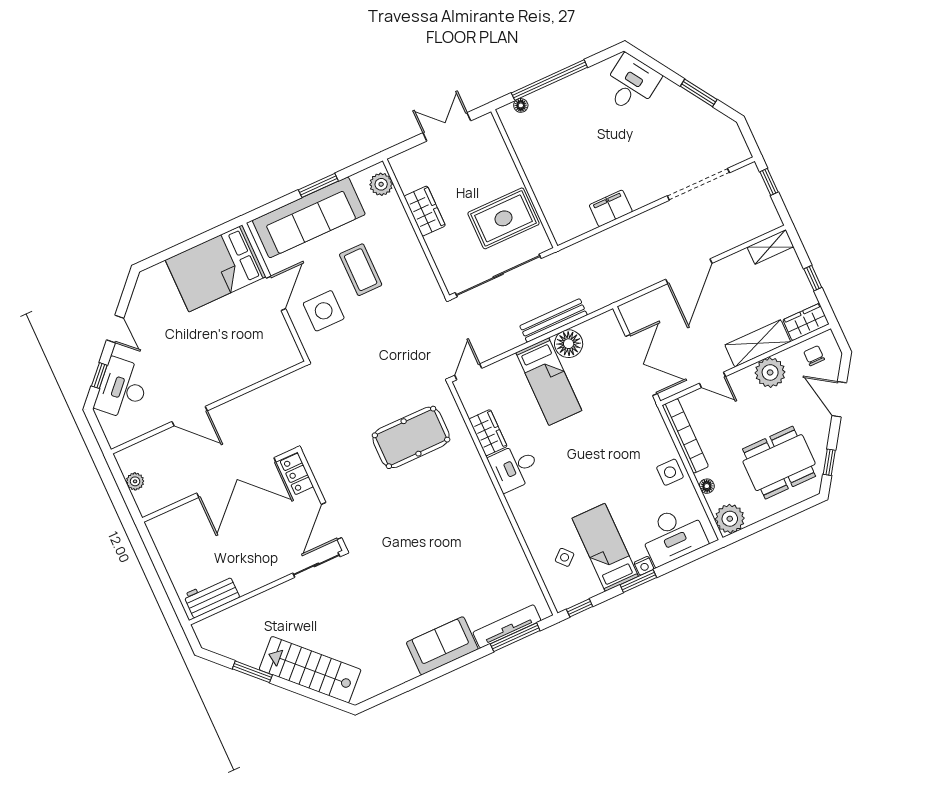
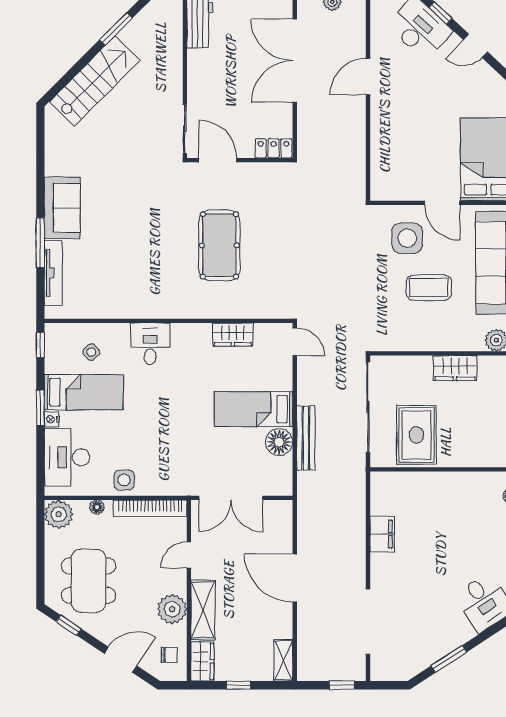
pool table: (411, 437) -> (219, 245), moved
desk: (514, 467) -> (150, 344), moved
double door: (236, 477) -> (295, 61), moved
window: (515, 637) -> (40, 242), moved

